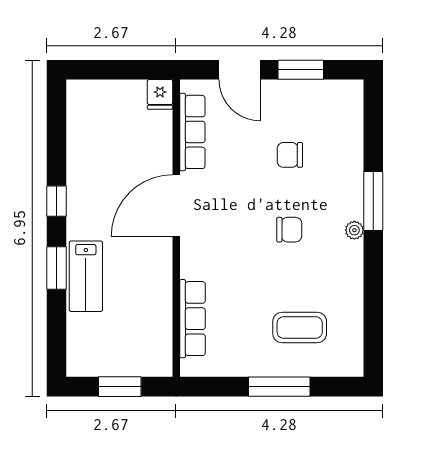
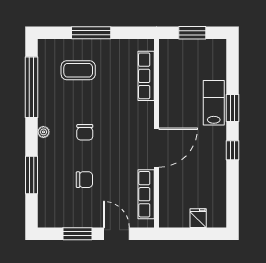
fridge: (160, 94) -> (198, 218), moved
window: (373, 201) -> (31, 175), moved
chair: (289, 230) -> (85, 132), turned -90
window: (373, 301) -> (31, 87), added

